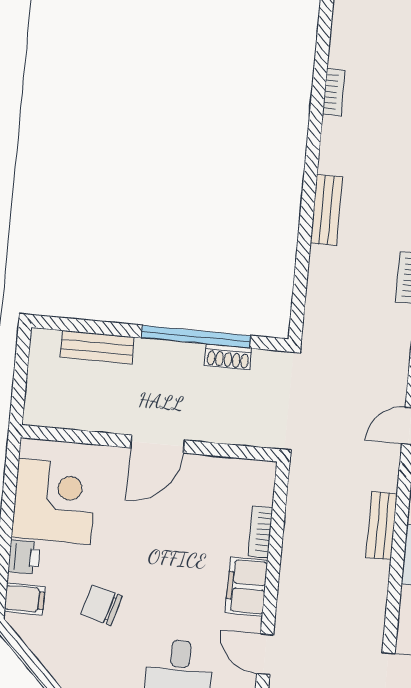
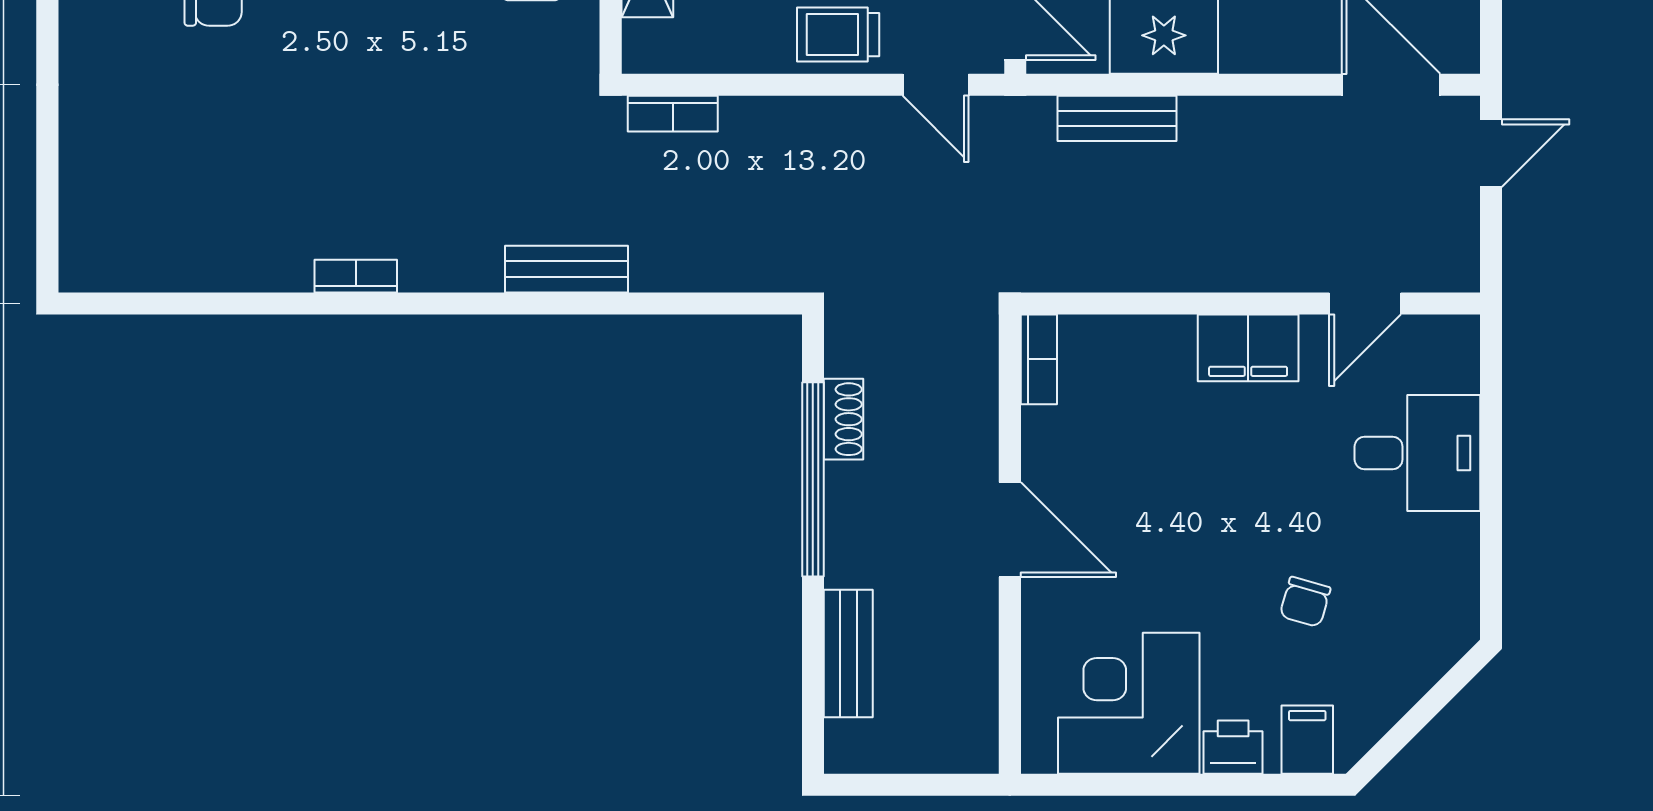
bookcase: (260, 532) -> (1039, 359), moved, turned -90
chair: (102, 605) -> (1305, 602), width x0.73, depth x0.73

